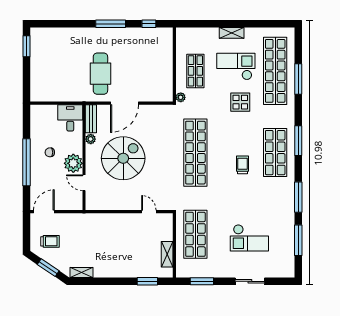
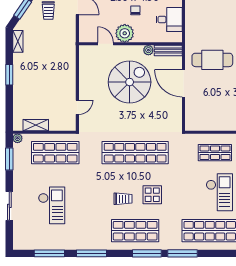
window: (298, 79) -> (183, 253), moved
plant: (181, 97) -> (17, 138), moved
display table: (240, 102) -> (152, 195), moved
desk: (70, 118) -> (169, 19), moved
spiral stairs: (123, 158) -> (130, 82), turned -90
door: (84, 183) -> (106, 44), hinge flipped
checkout: (249, 238) -> (52, 205), turned 180
window: (147, 281) -> (9, 75), moved

